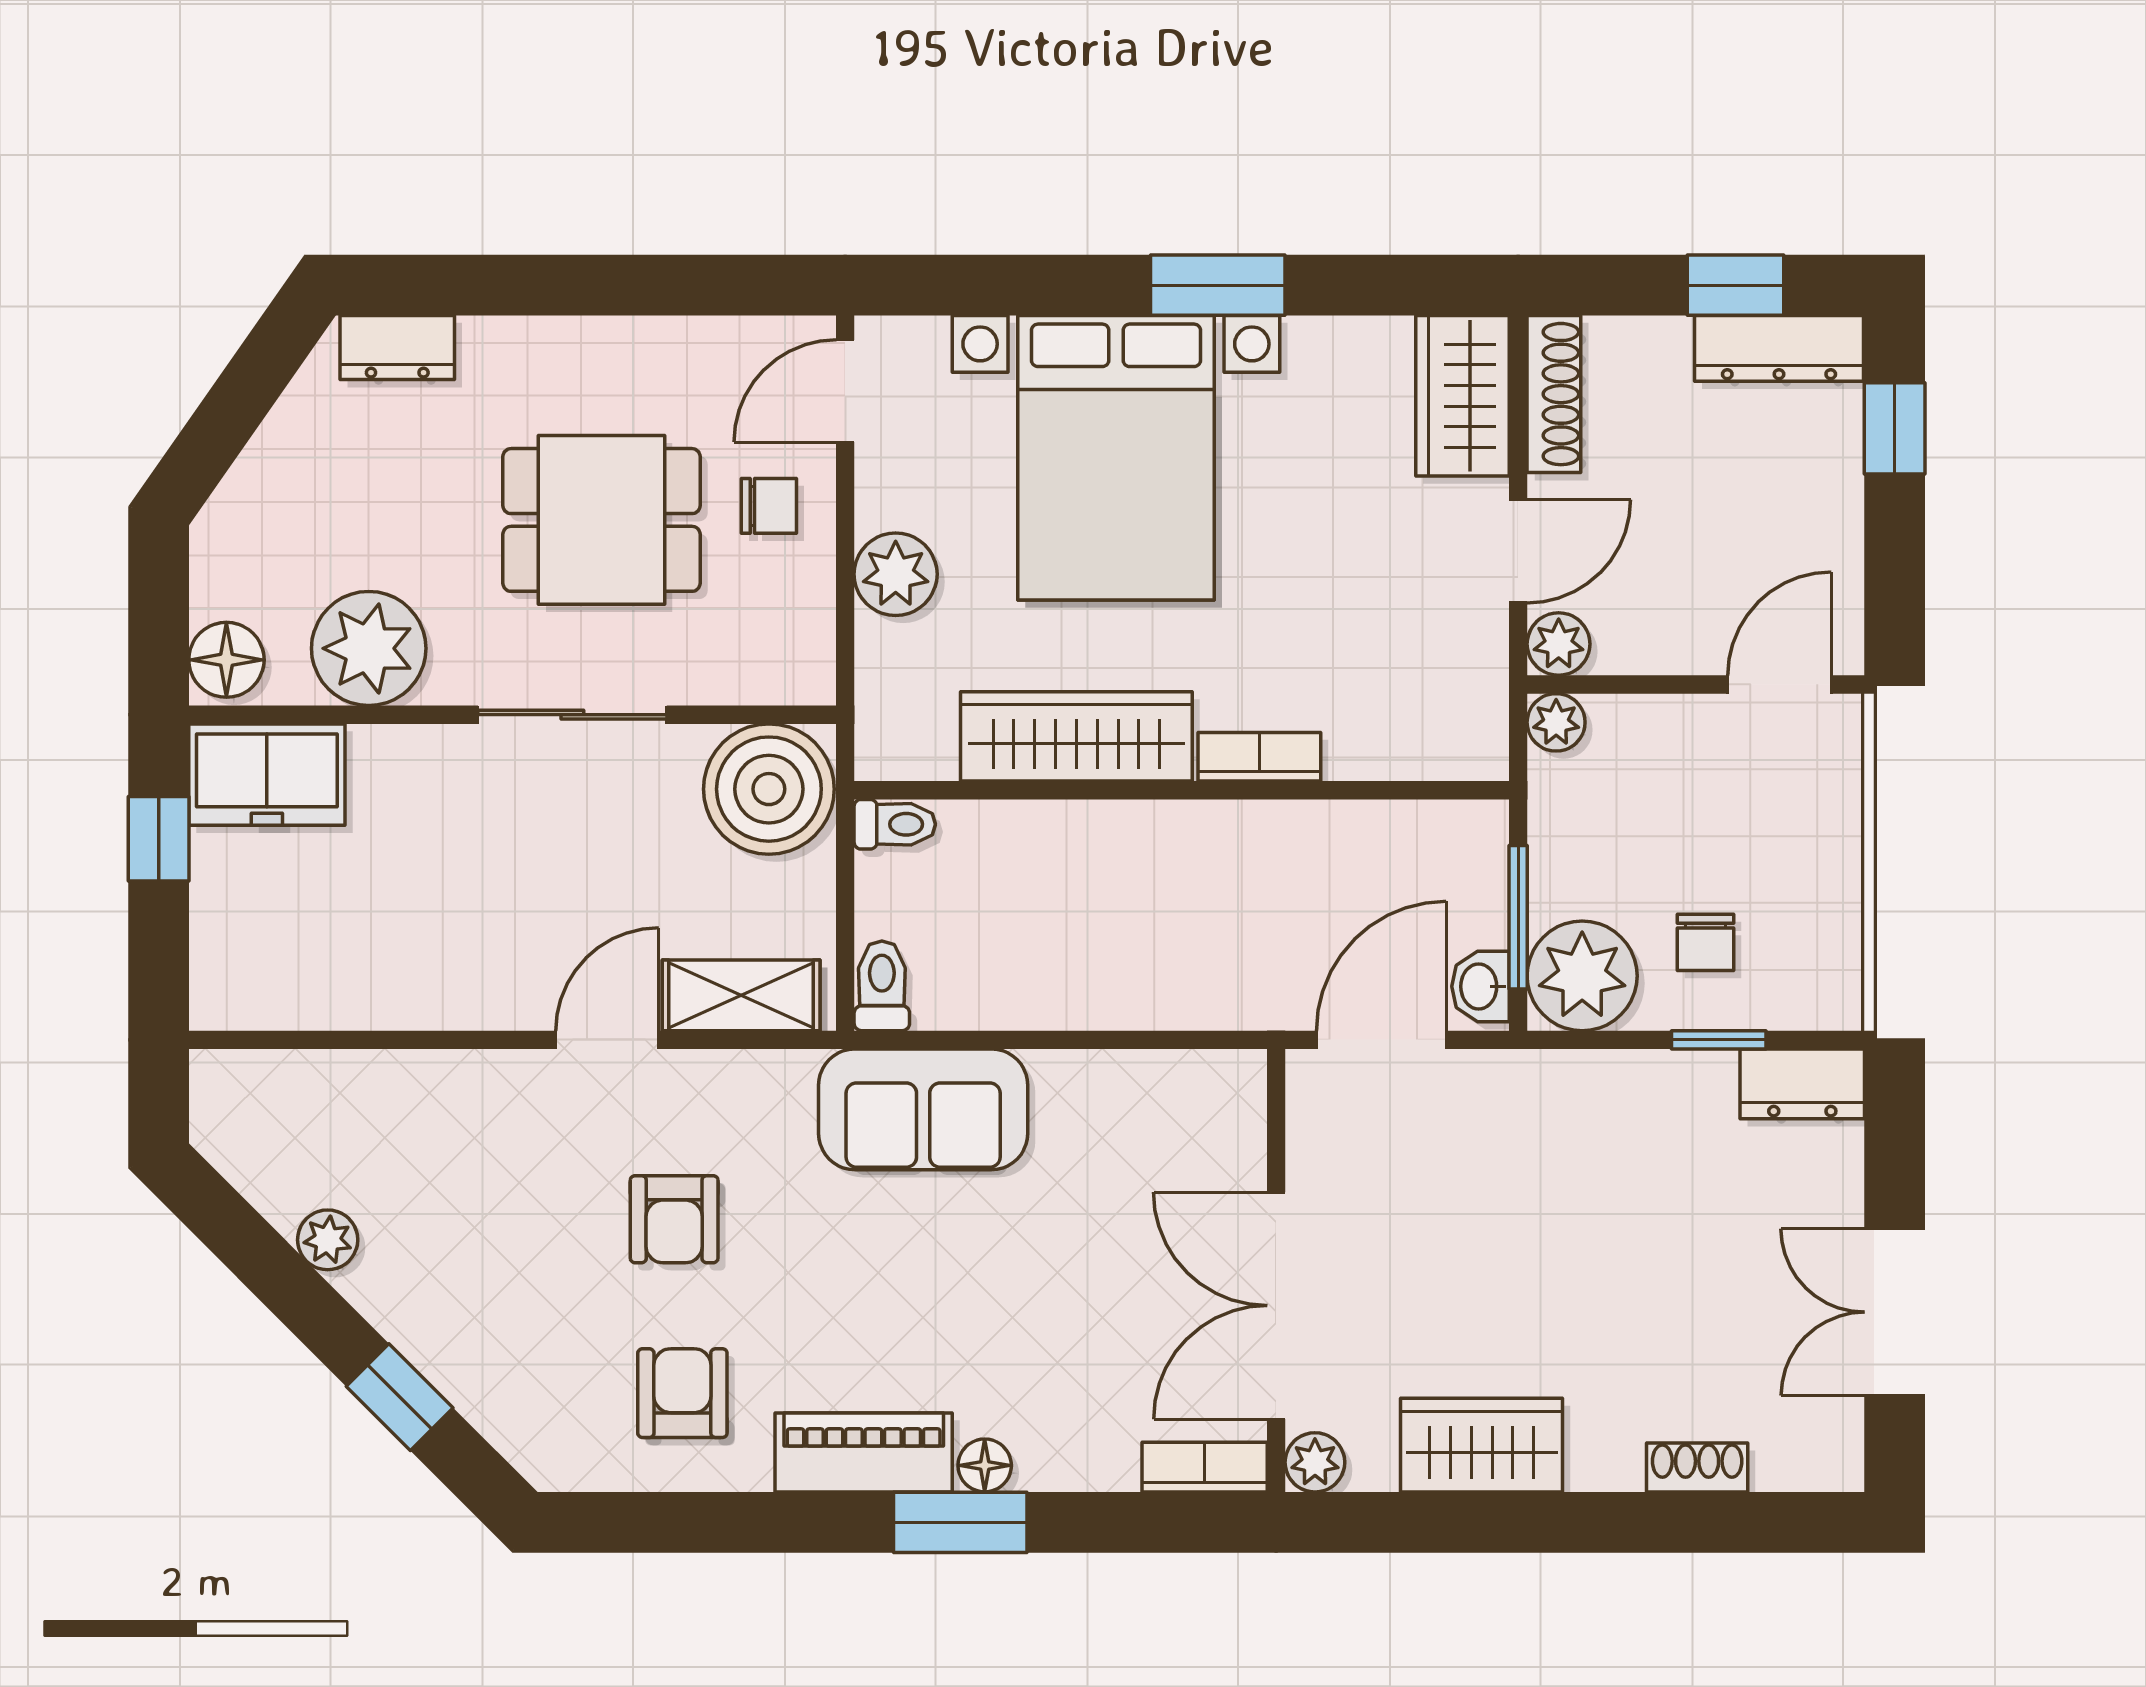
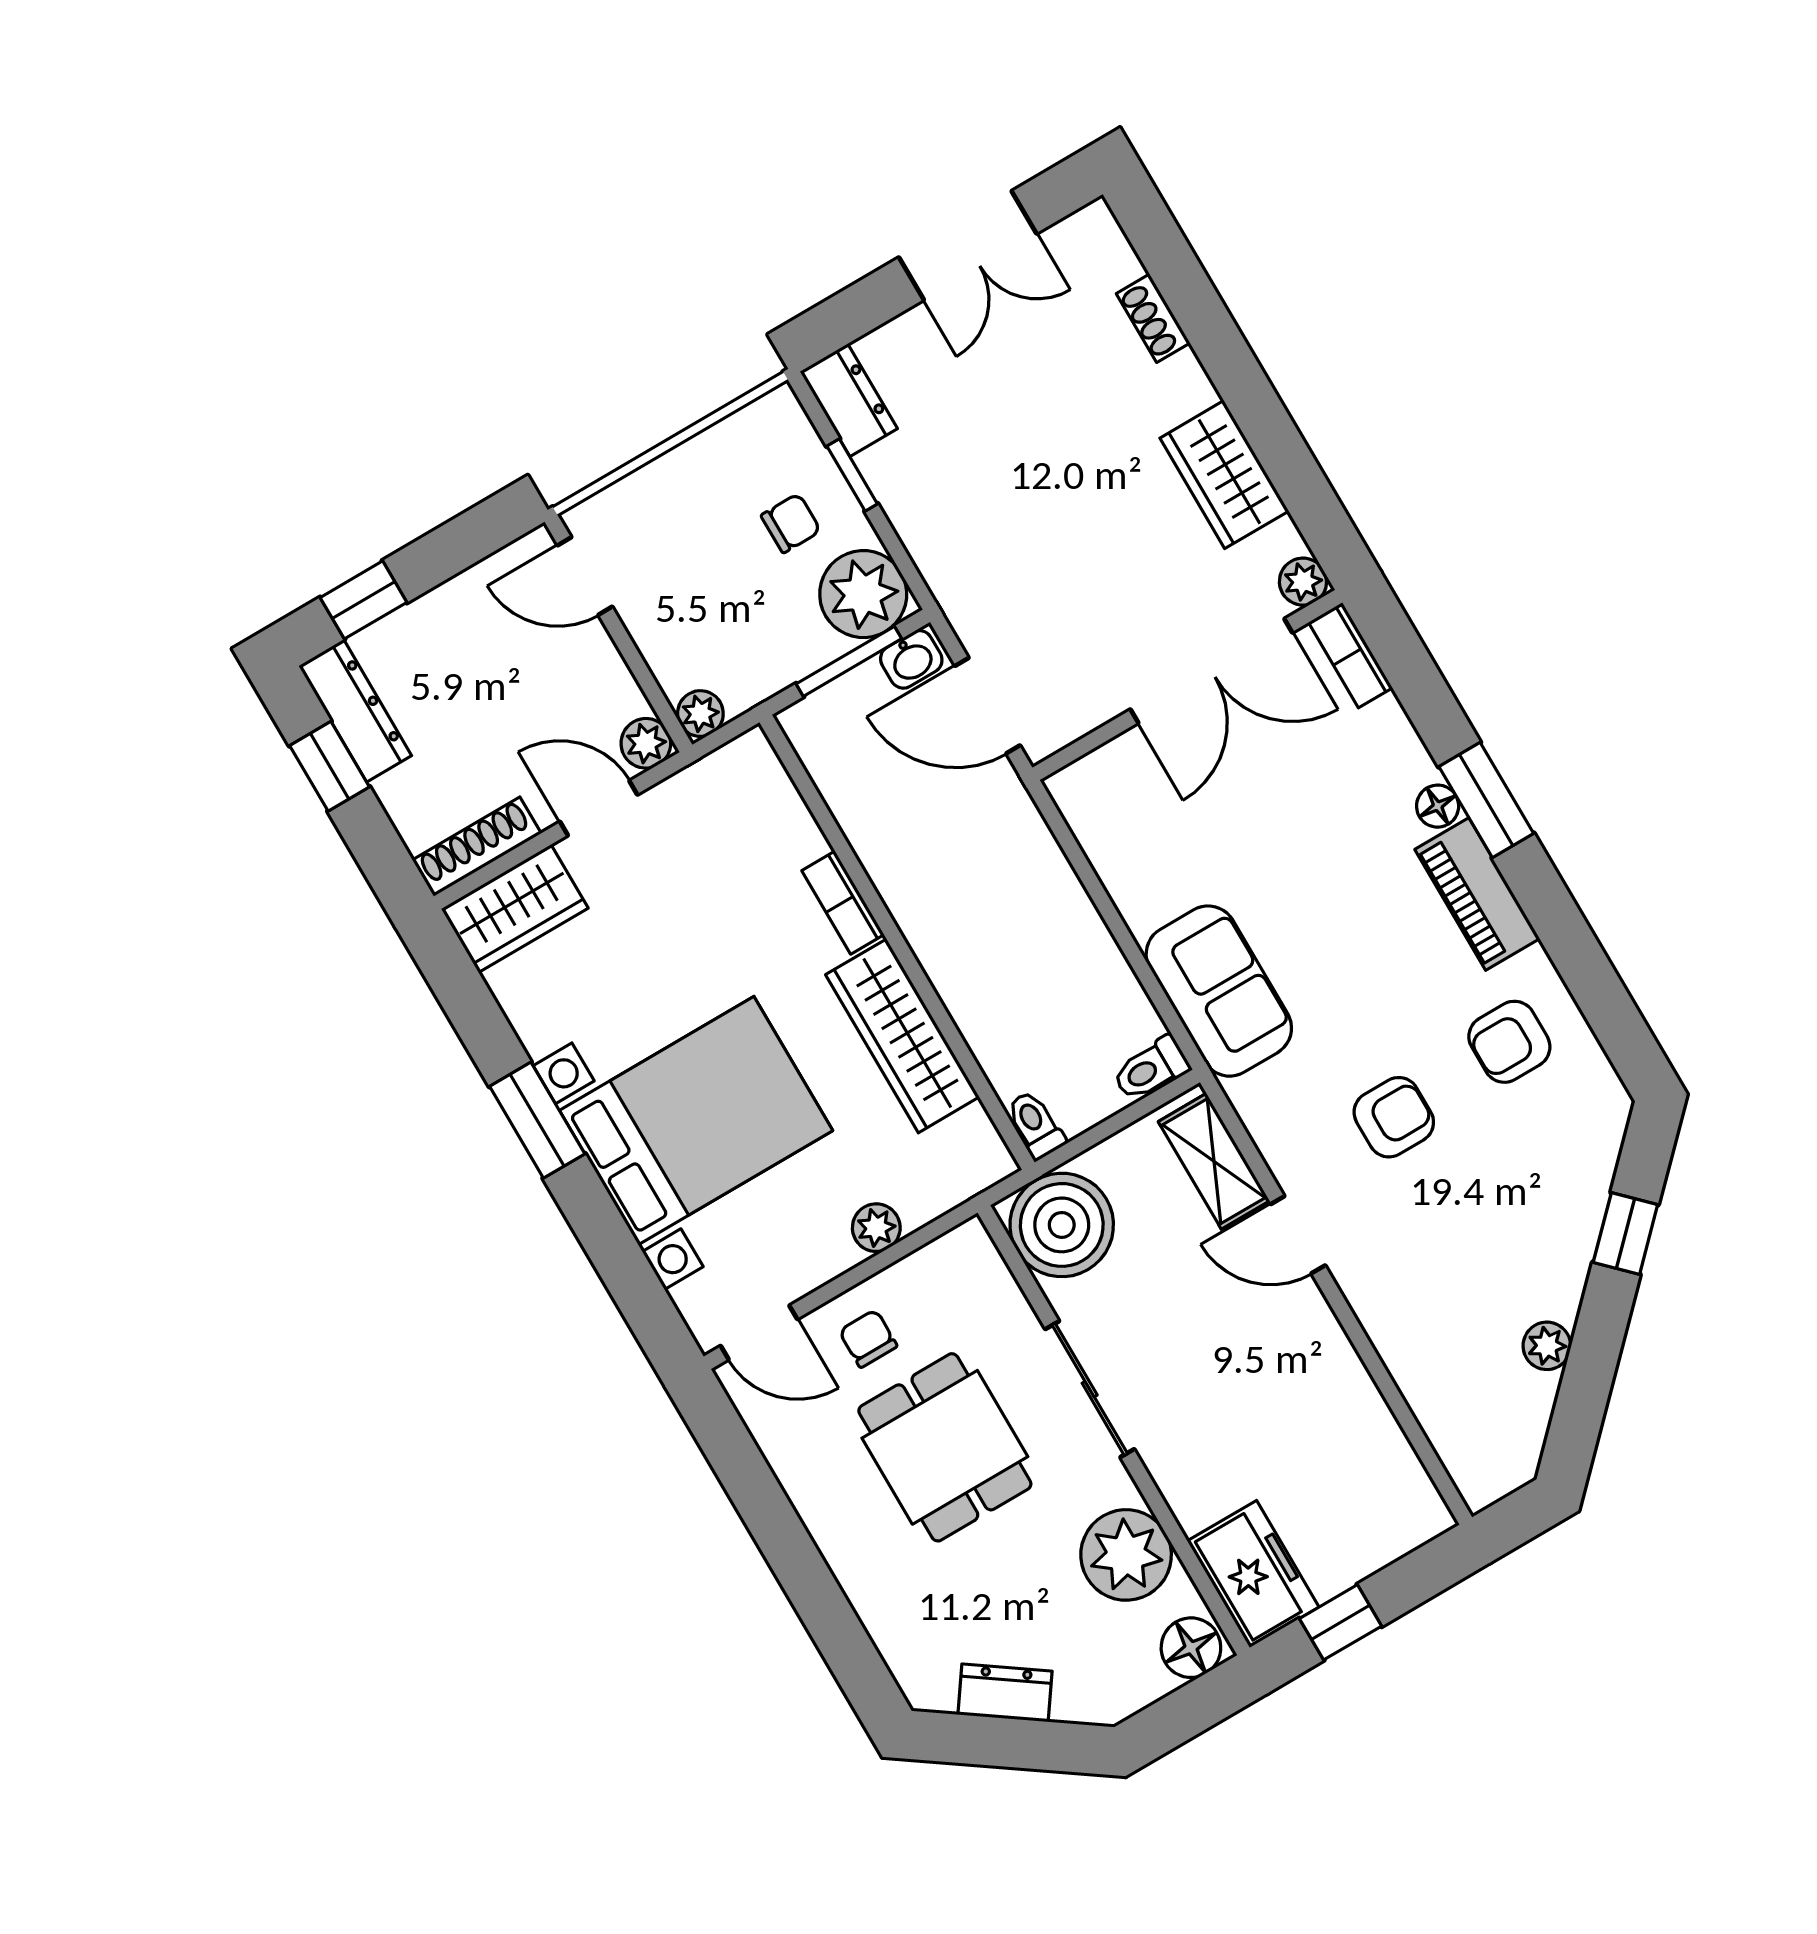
dresser: (397, 348) -> (1005, 1693), moved, turned -55
plant: (896, 574) -> (876, 1228), width x0.73, depth x0.73

